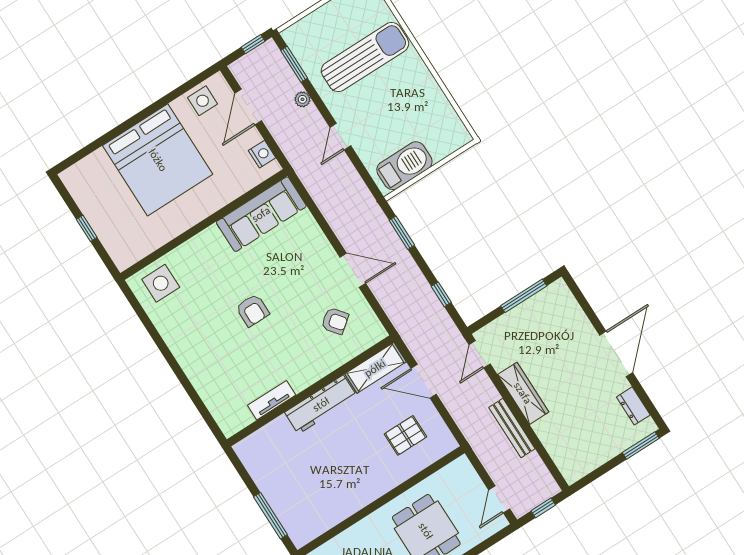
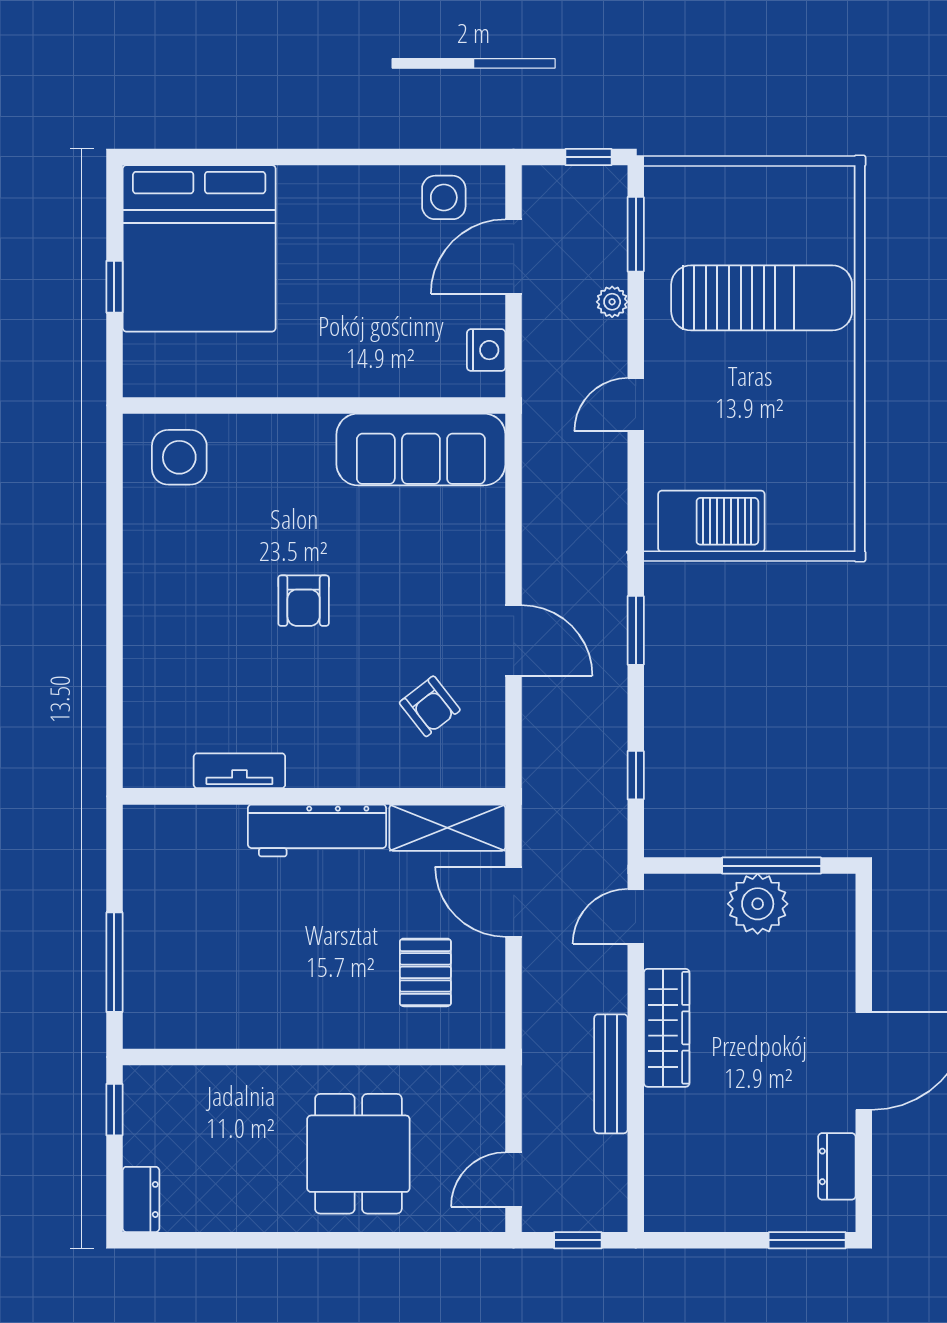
bed: (158, 160) -> (199, 248), moved
plant: (528, 316) -> (758, 904), added
pallet: (405, 435) -> (425, 972), turned 90

